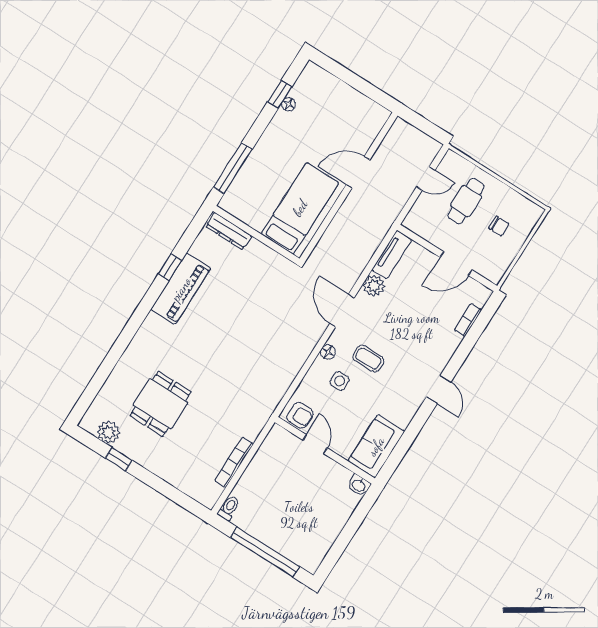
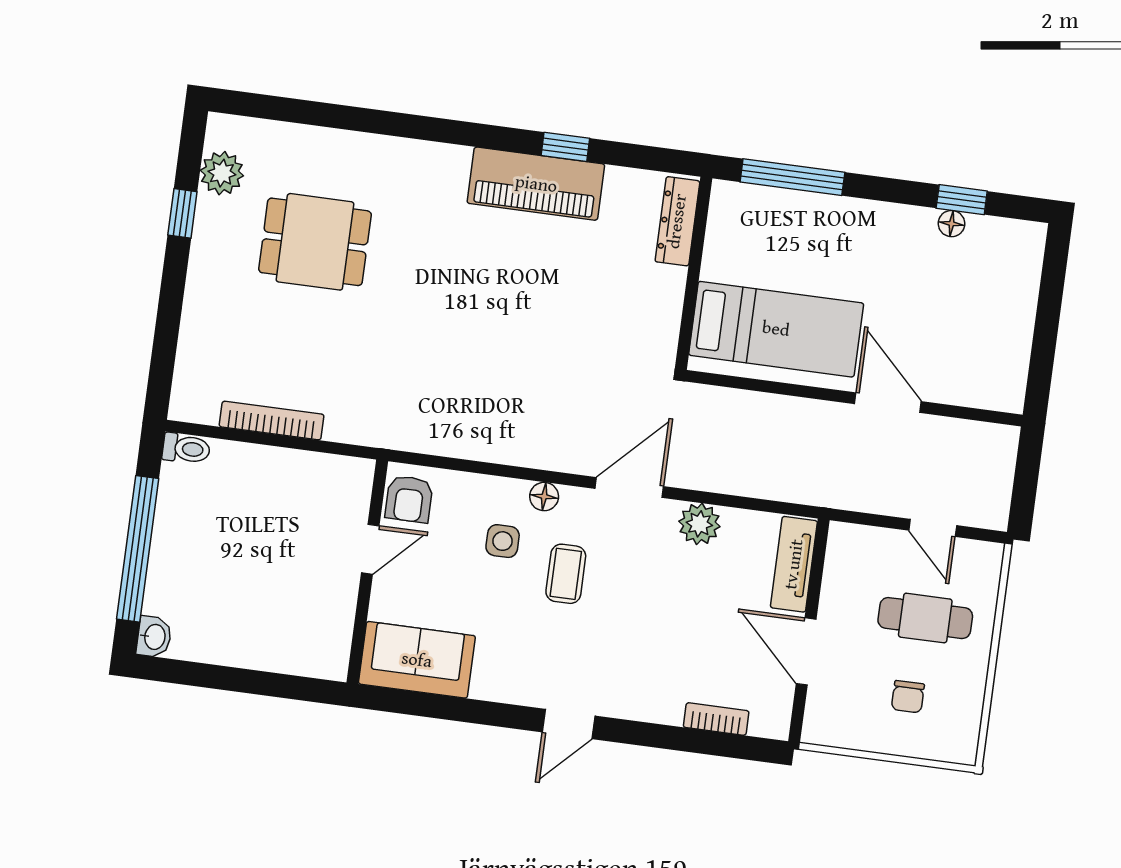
tv unit: (392, 254) -> (794, 564), moved, turned 90
washbasin: (359, 485) -> (154, 637), moved, turned 180

